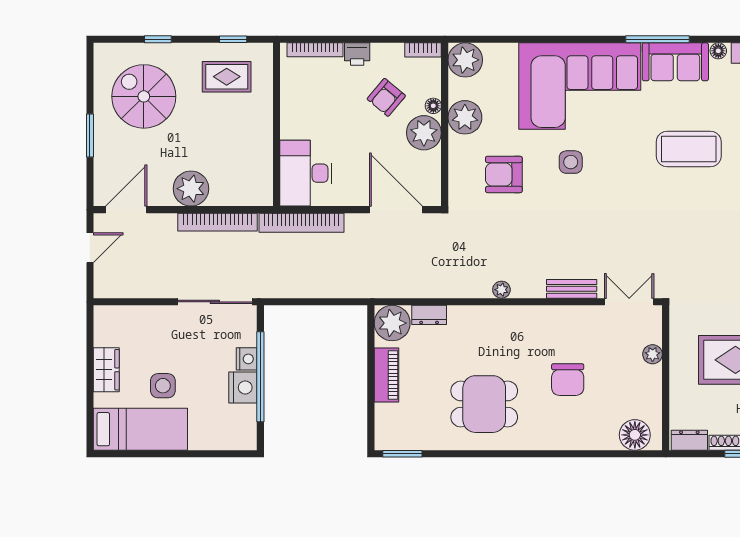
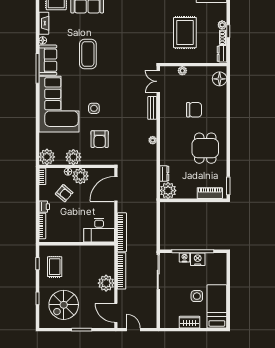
piano: (387, 375) -> (210, 193), moved

